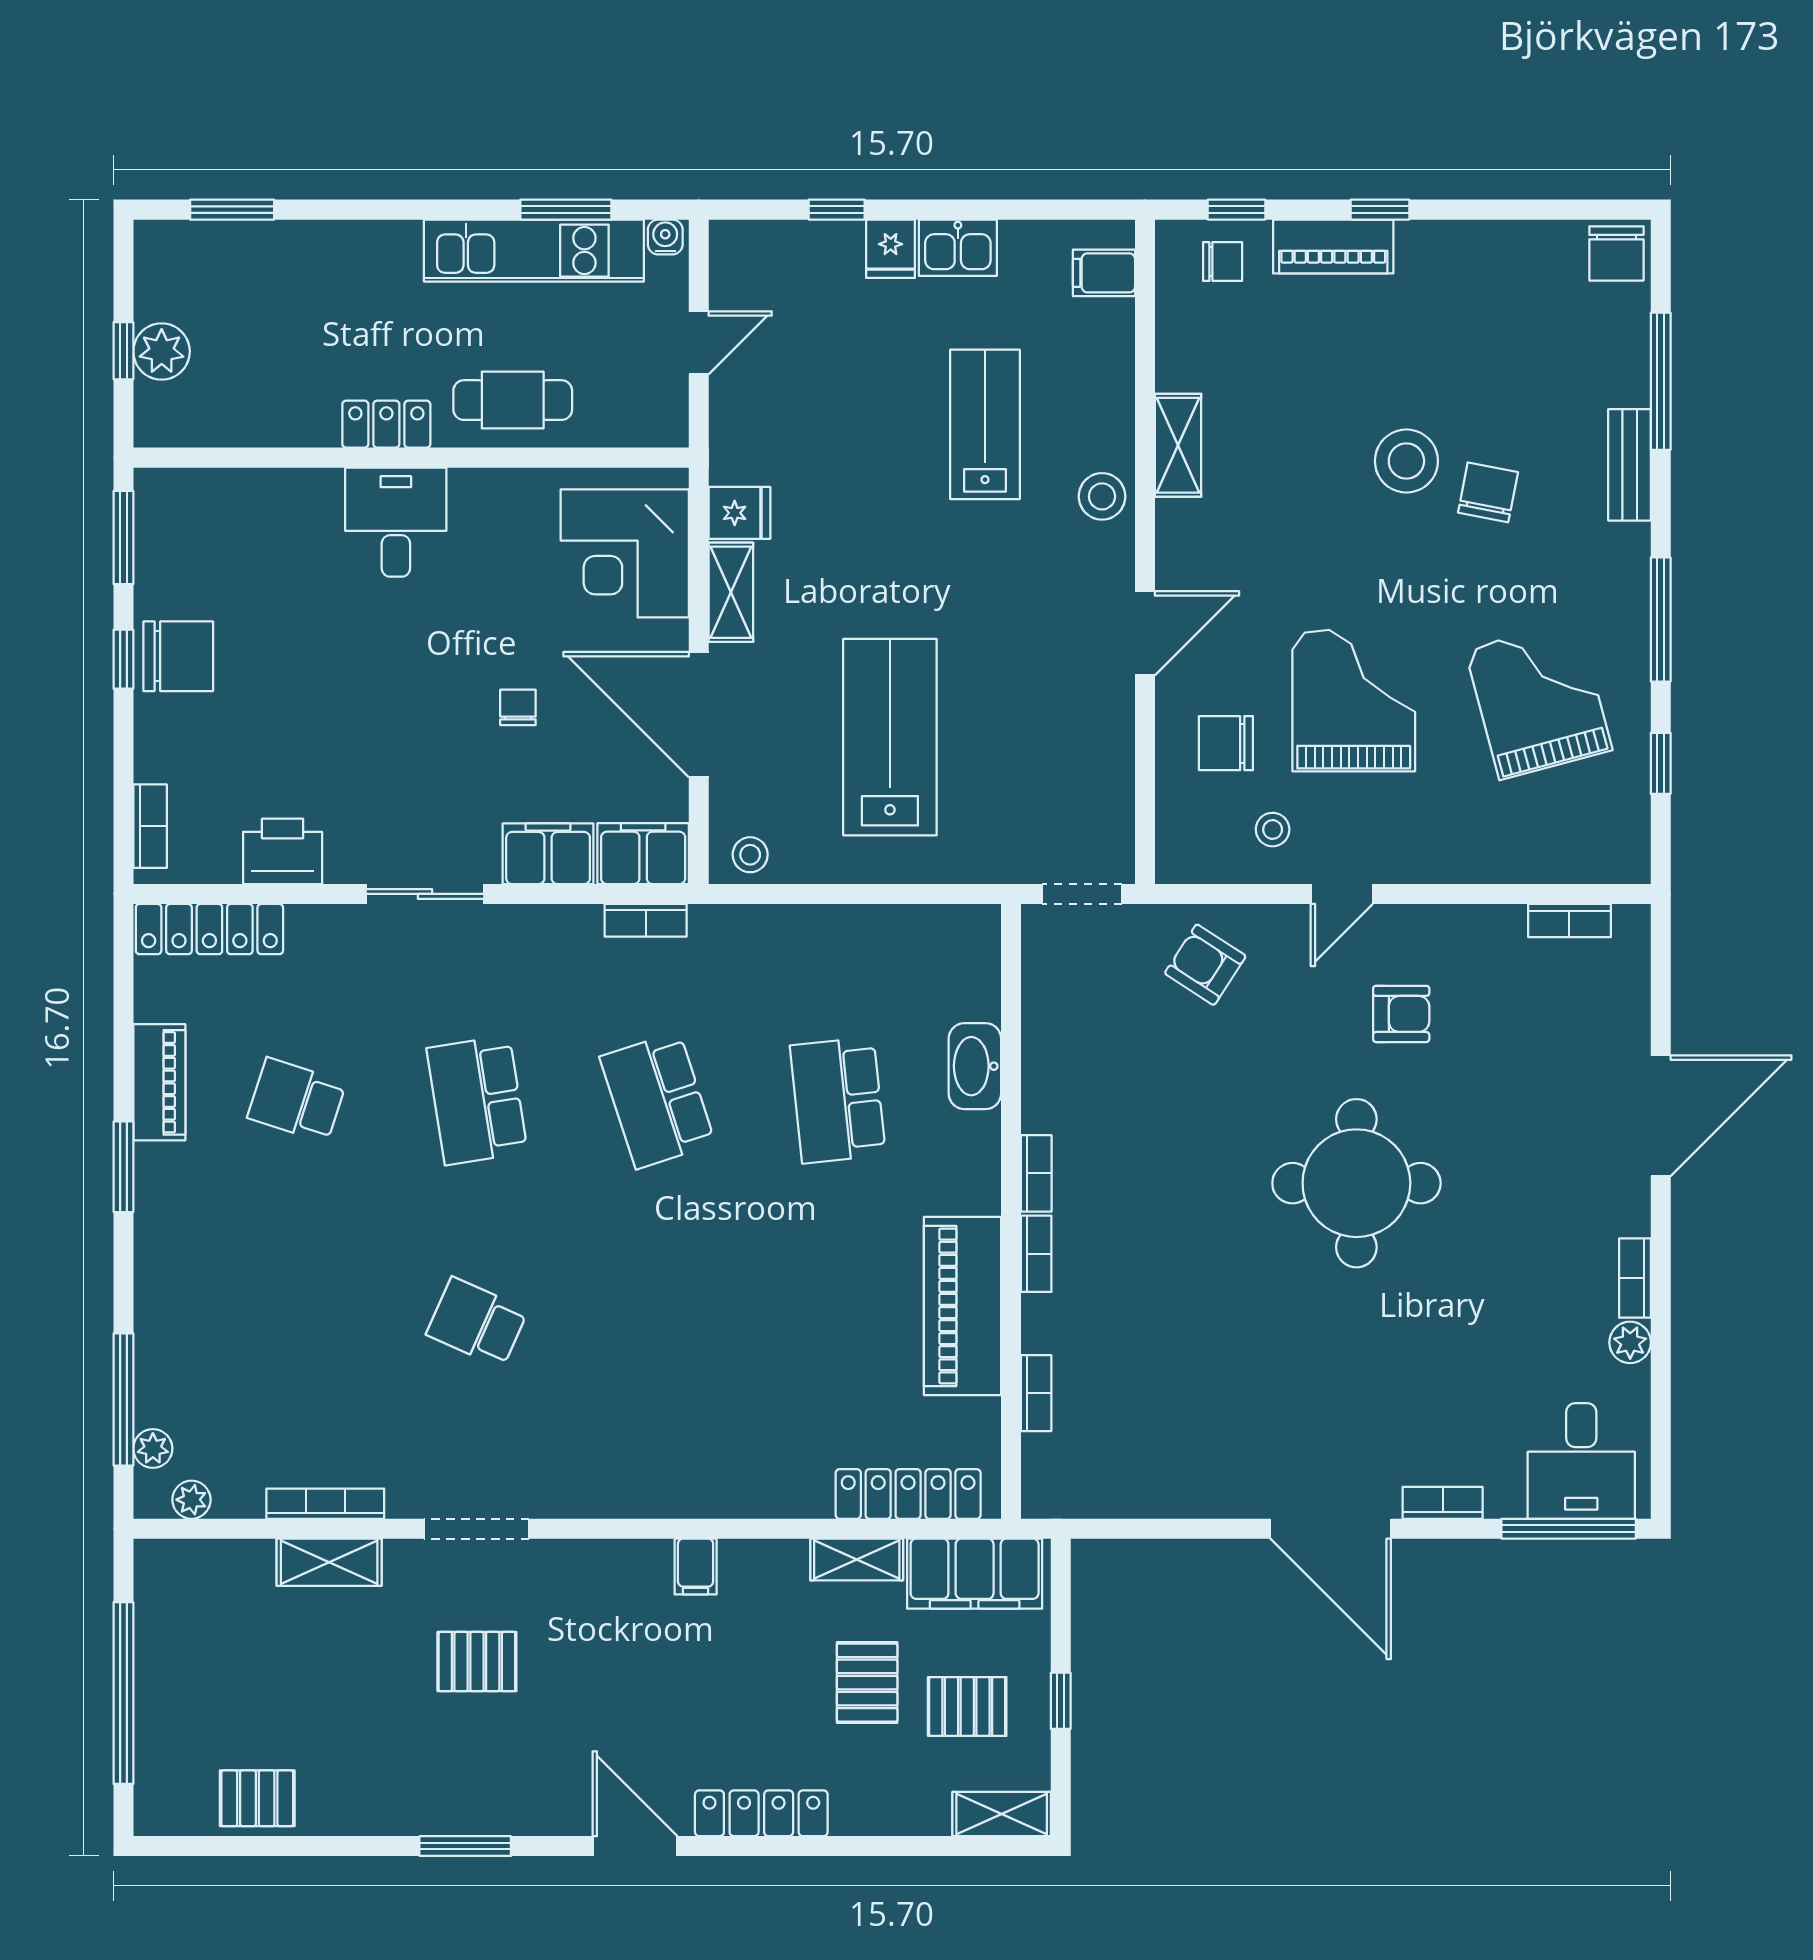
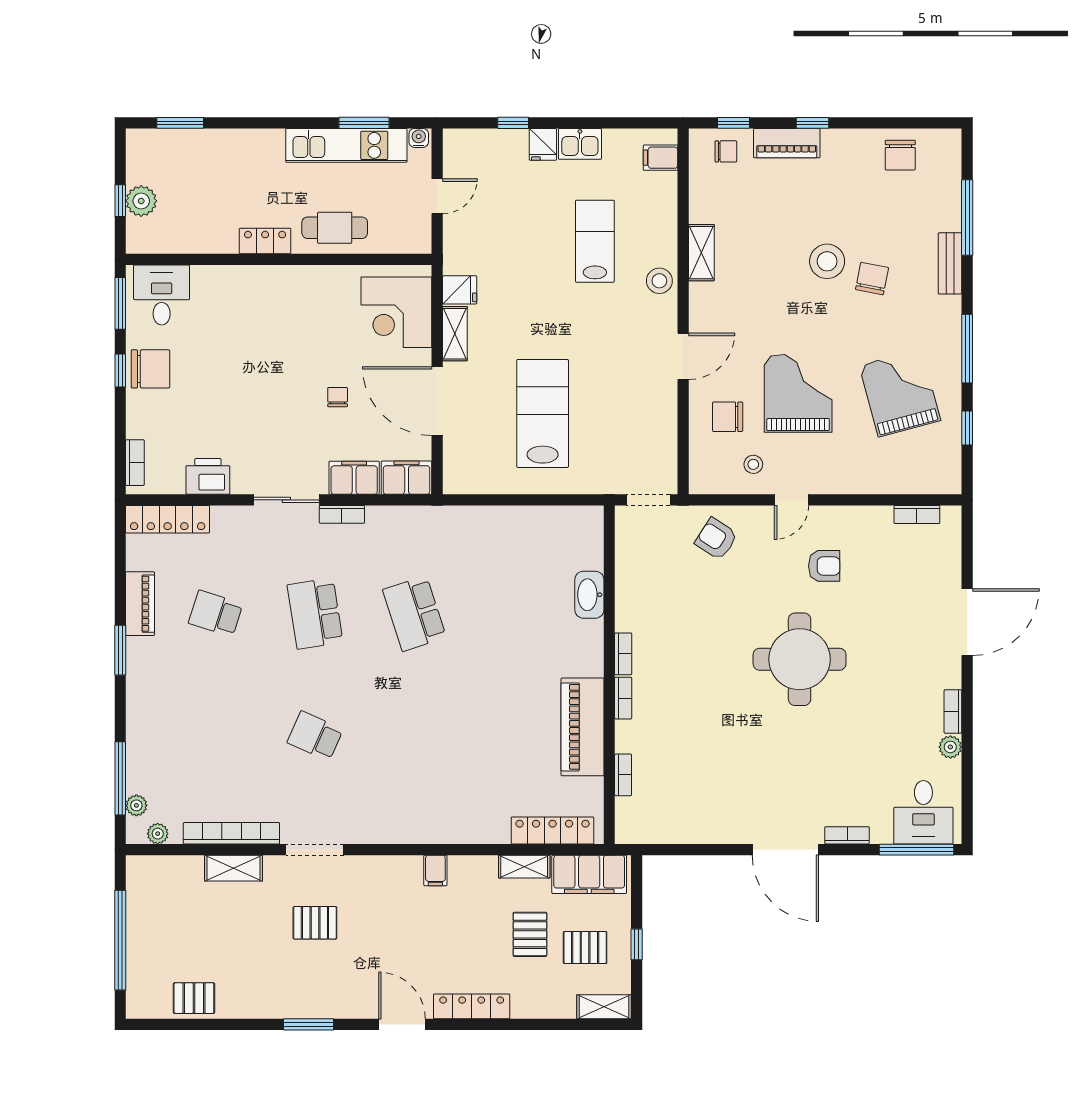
chair: (1616, 253) -> (900, 155), moved
desk: (396, 522) -> (162, 295), moved
stool: (750, 855) -> (466, 478), removed
bookcase: (646, 920) -> (342, 514), moved
school desk: (838, 1100) -> (514, 614), removed
bookcase: (325, 1504) -> (231, 833), width x1.48, depth x1.31

